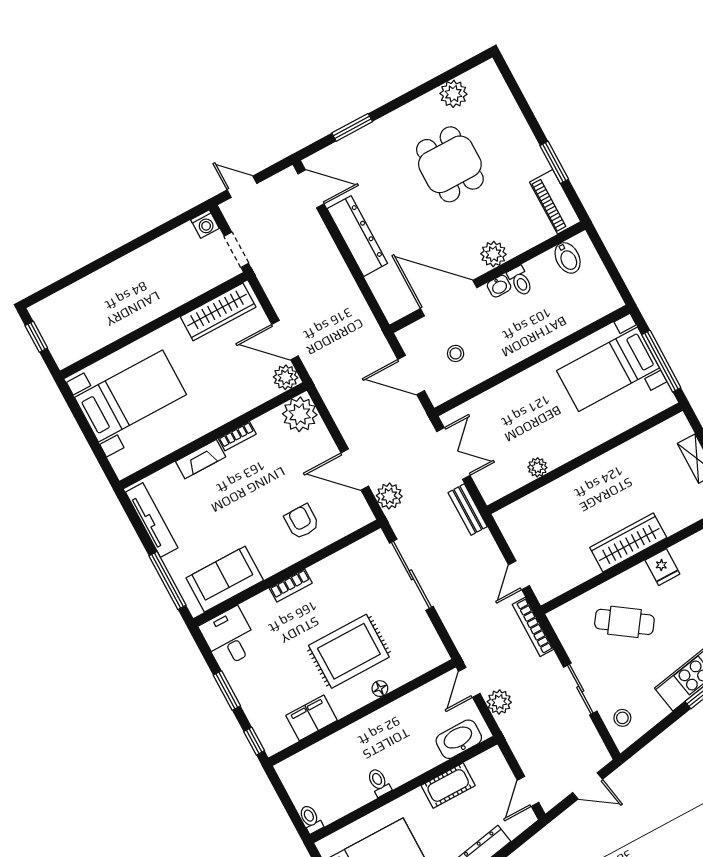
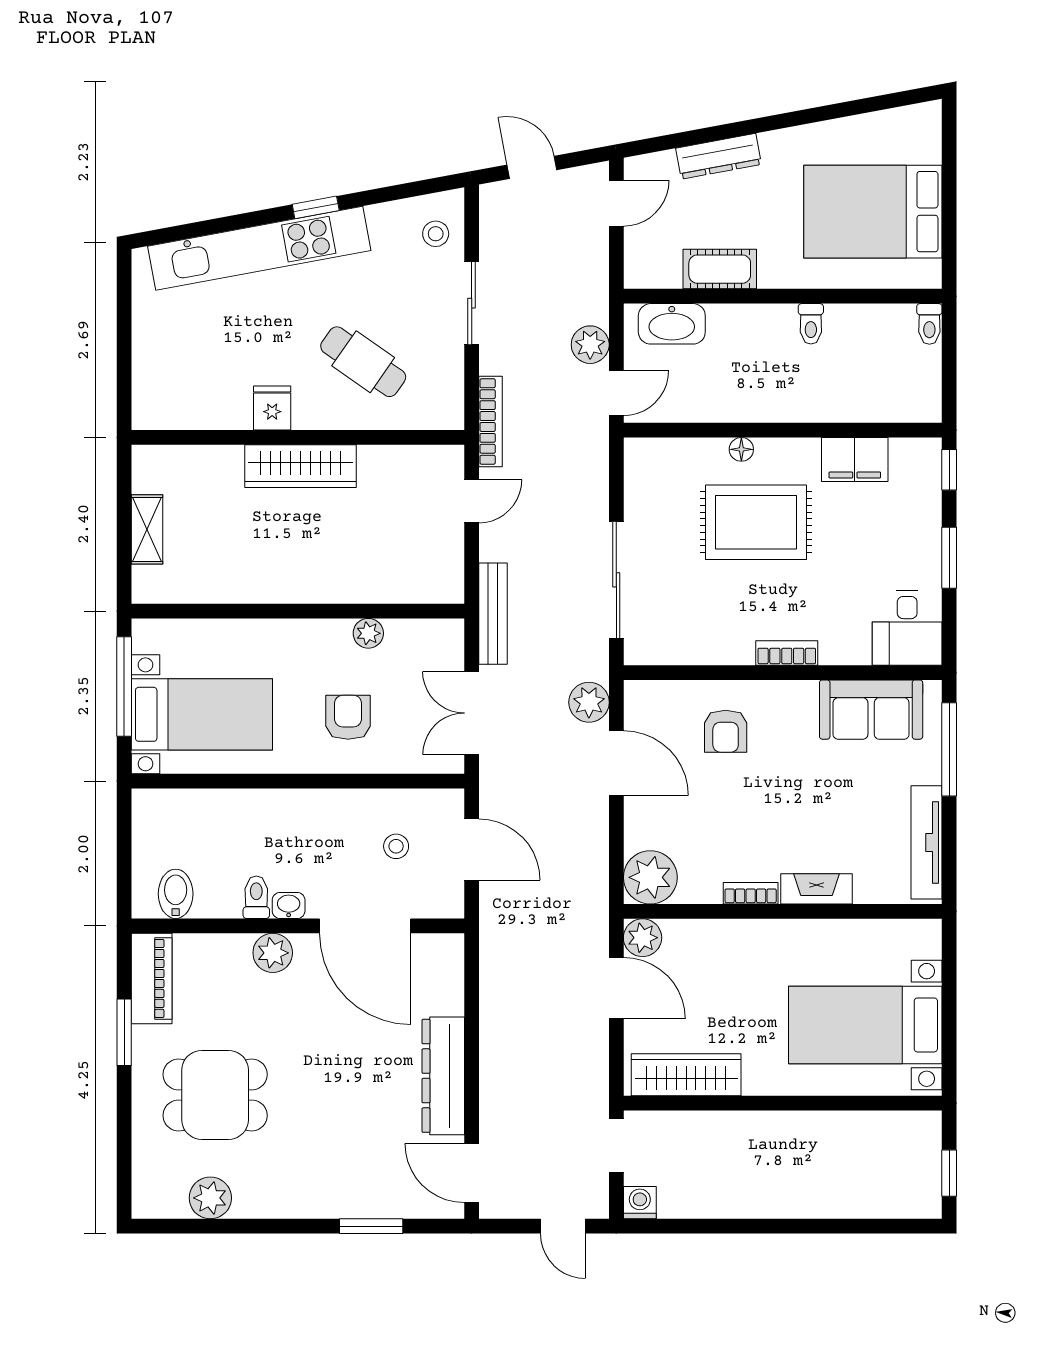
dining table: (450, 164) -> (215, 1095), moved, turned 90
armchair: (523, 413) -> (348, 717), added
bench: (468, 510) -> (493, 614), width x1.36

